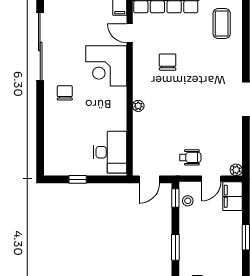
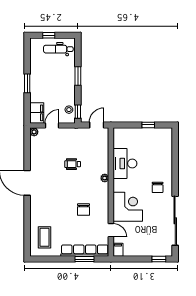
desk: (110, 152) -> (125, 163), moved
wheelchair: (190, 157) -> (73, 164), moved

